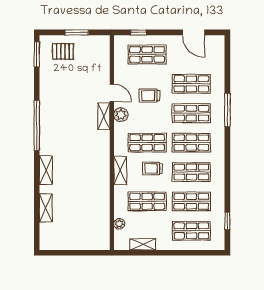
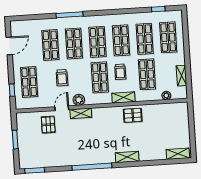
pallet: (63, 51) -> (48, 125), moved
pallet: (97, 180) -> (133, 115), added
shelving: (46, 208) -> (178, 154), moved

